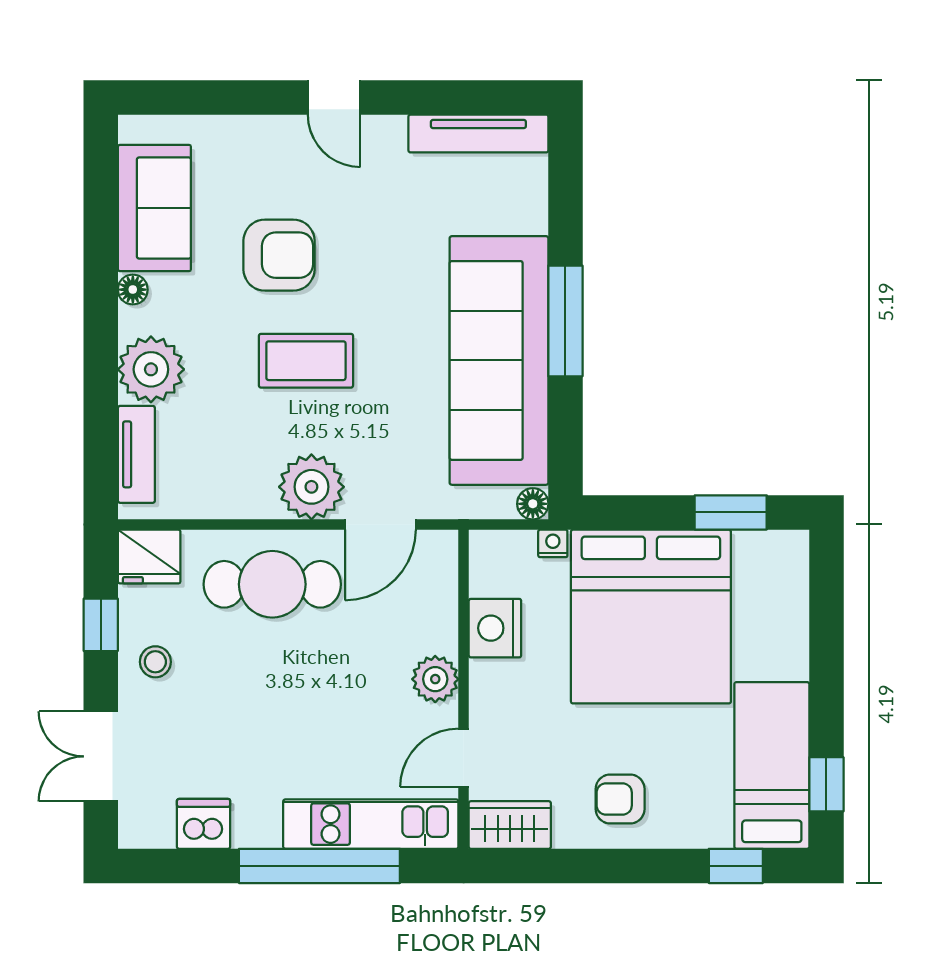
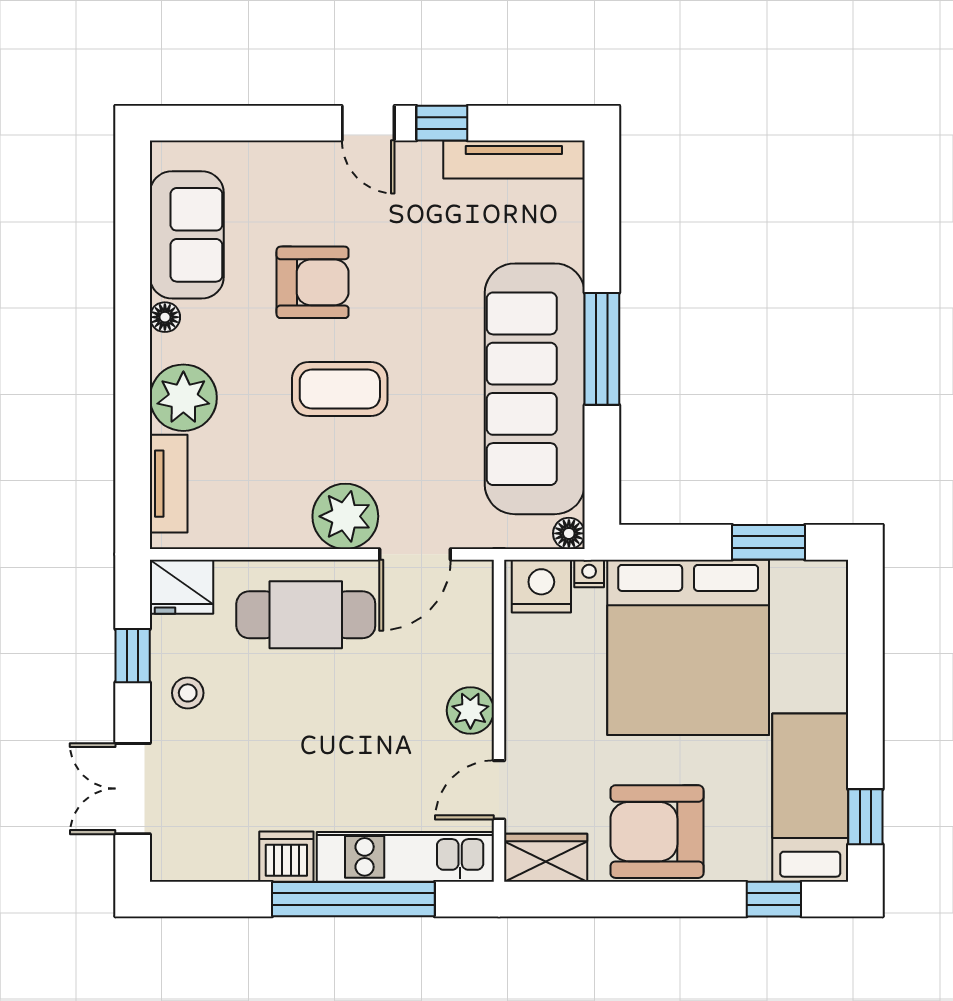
window: (407, 97) -> (442, 123), added
nightstand: (495, 628) -> (541, 586), moved, turned 90
armchair: (620, 799) -> (657, 832), width x1.88, depth x1.88
dishwasher: (204, 824) -> (286, 857), moved

